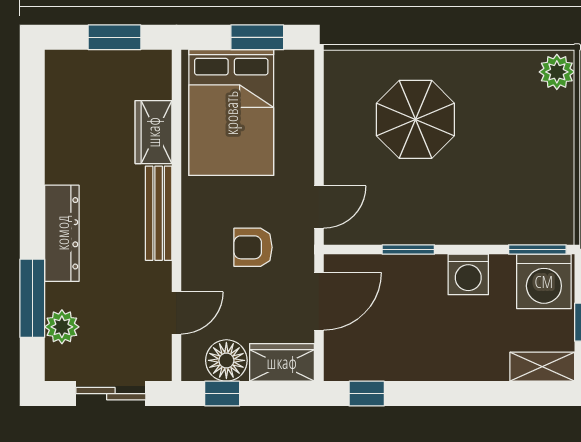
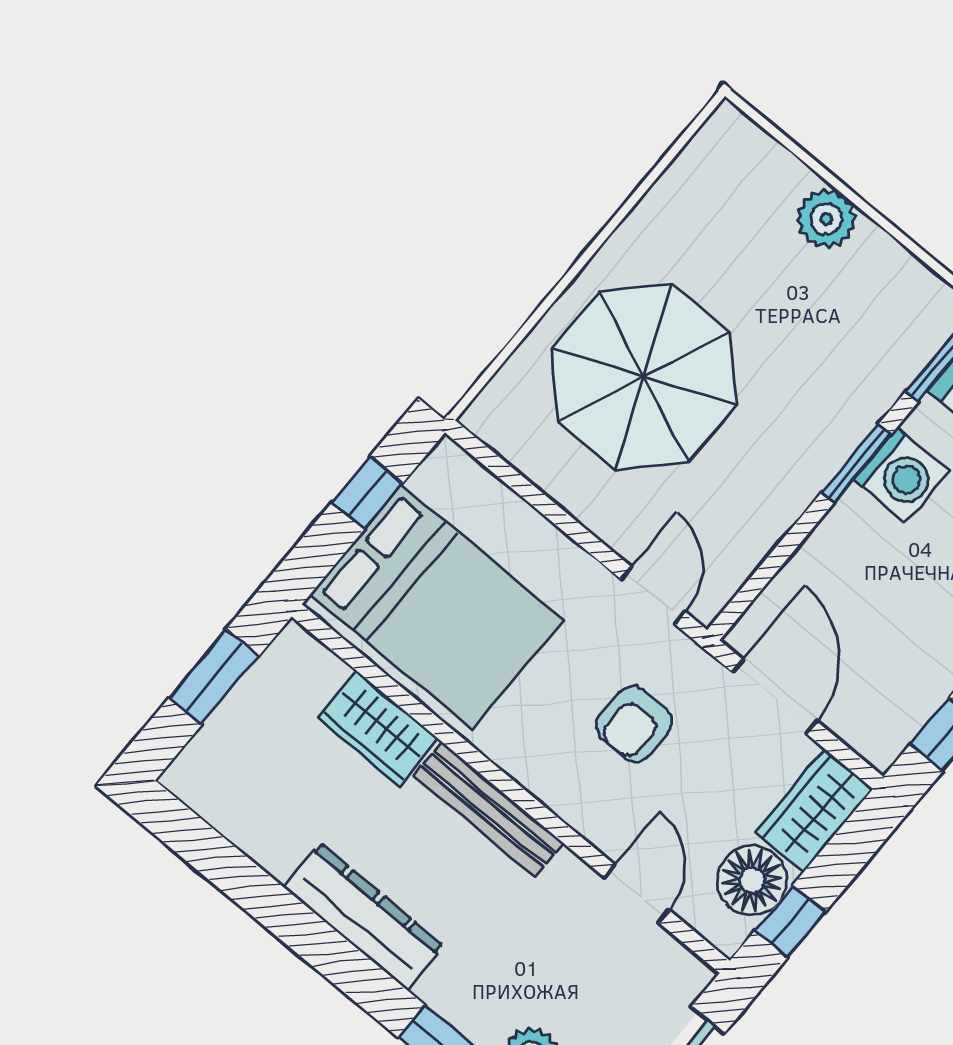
window: (257, 37) -> (368, 493), width x0.67
plant: (557, 72) -> (826, 219), moved
parasol: (415, 119) -> (644, 377), width x1.36, depth x1.36
dresser: (62, 233) -> (363, 916), moved
window: (408, 250) -> (856, 464), moved

